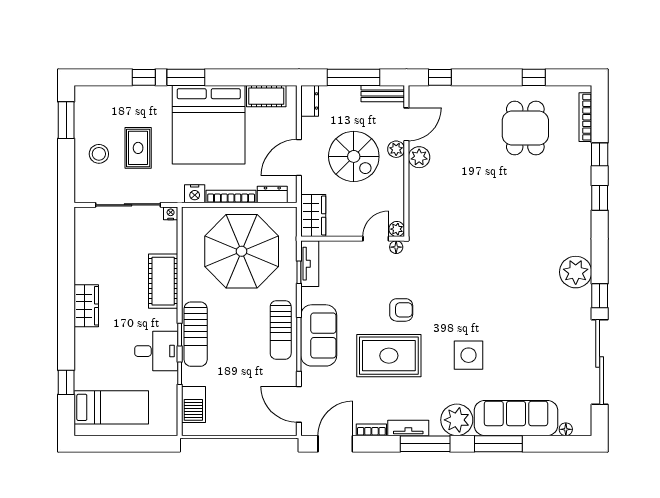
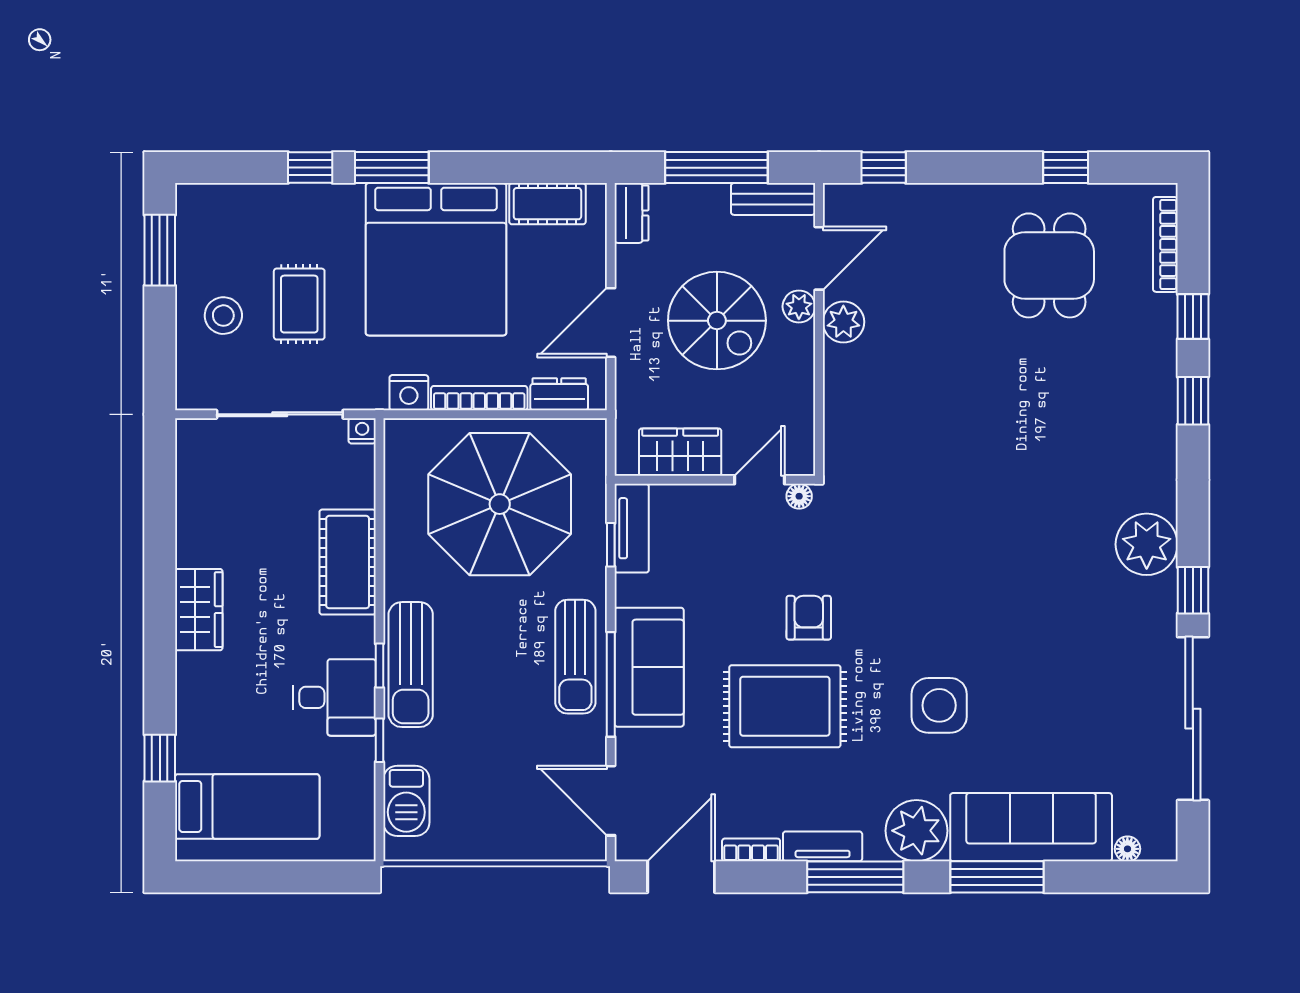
wardrobe: (313, 215) -> (680, 452), moved, turned -90
plant: (397, 229) -> (800, 461), removed
armchair: (401, 310) -> (809, 618), turned -90

